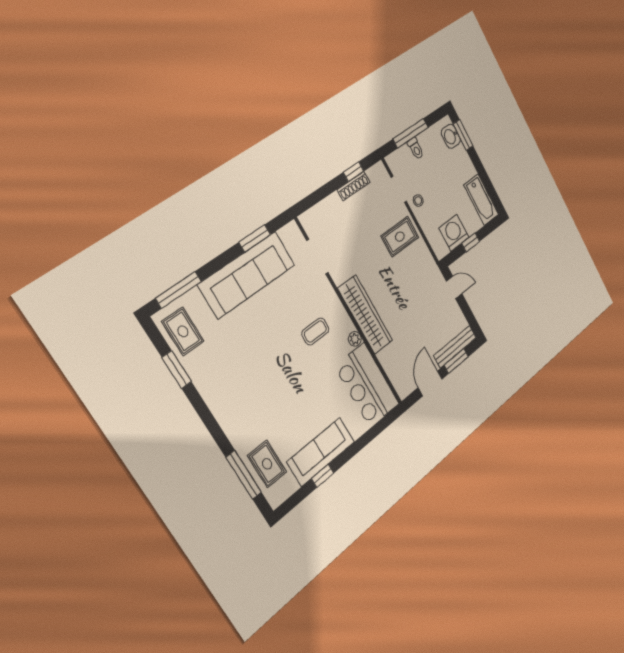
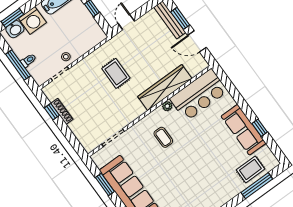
washing machine: (454, 233) -> (32, 20), moved, turned -90
rug: (400, 237) -> (116, 73), moved
wardrobe: (365, 315) -> (165, 88), moved

